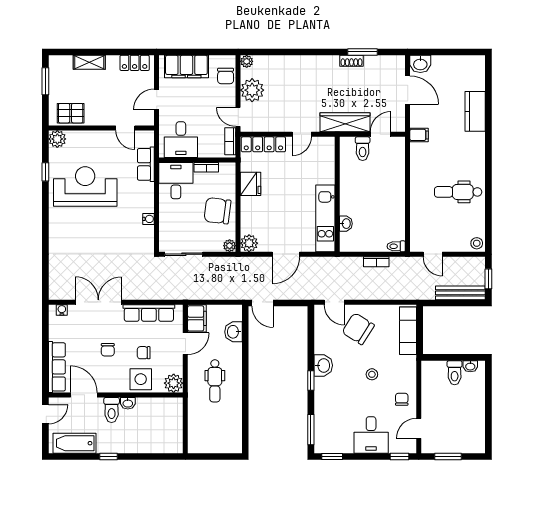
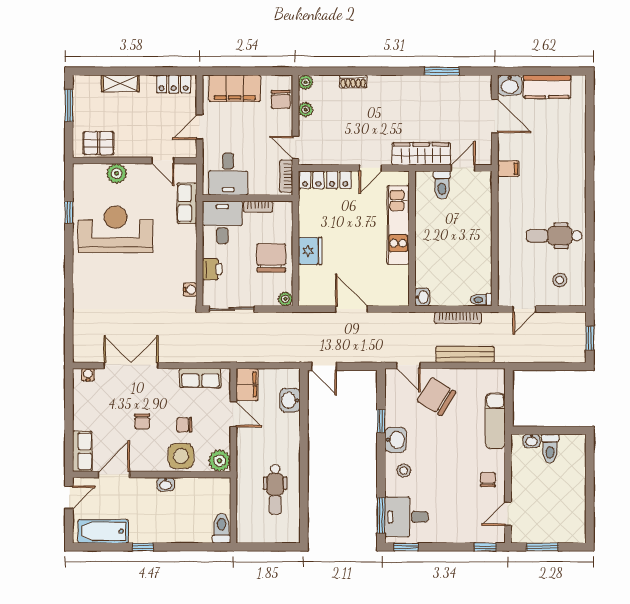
shoe rack: (351, 61) -> (353, 82), moved
plant: (252, 90) -> (306, 110), width x0.53, depth x0.53
kitchen counter: (475, 111) -> (547, 87), moved, turned -90
plant: (57, 139) -> (117, 173), moved
fridge: (251, 184) -> (310, 251), moved
chair: (217, 211) -> (271, 258), turned 83
kitchen unit: (325, 218) -> (398, 225), moved
water cooler: (149, 219) -> (190, 290), moved
printer: (167, 220) -> (212, 269), added
washbasin: (346, 224) -> (422, 297), moved
plant: (249, 243) -> (308, 296), removed
stool: (477, 243) -> (560, 280), moved
door: (286, 254) -> (352, 309), swing flipped
door: (433, 254) -> (524, 309), hinge flipped
bookcase: (376, 262) -> (458, 318), width x1.56
bench: (460, 293) -> (465, 354), moved
row of seats: (149, 313) -> (200, 378), width x0.68
exam couch: (408, 331) -> (495, 421), moved
door: (185, 344) -> (233, 414), hinge flipped
washbasin: (470, 366) -> (532, 441), moved
row of seats: (57, 367) -> (82, 451), width x0.68
stool: (372, 374) -> (404, 471), moved
window: (311, 380) -> (381, 421), moved
dental chair: (215, 381) -> (275, 489), moved
door: (84, 395) -> (114, 475), hinge flipped
toilet: (112, 410) -> (221, 528), moved, turned 180
desk: (371, 435) -> (406, 517), moved, turned 90

